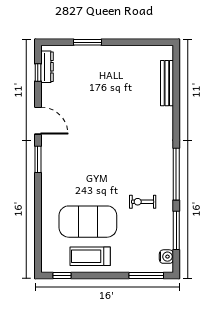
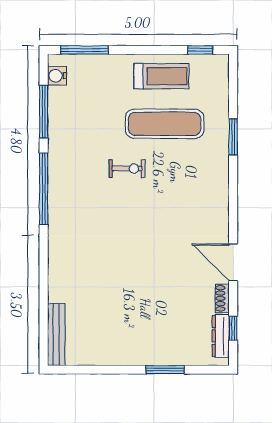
bench: (167, 83) -> (56, 335), moved
shoe rack: (46, 94) -> (222, 298), added
window: (38, 159) -> (233, 137), moved
exercise bike: (143, 202) -> (127, 168), moved
exercise mat: (88, 222) -> (165, 124), width x0.68

